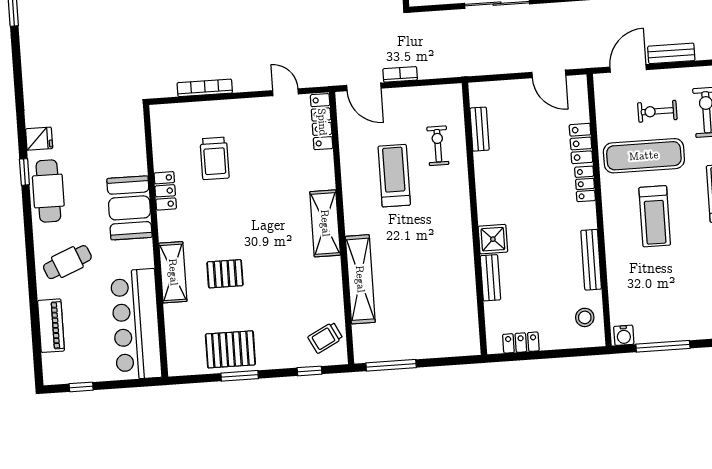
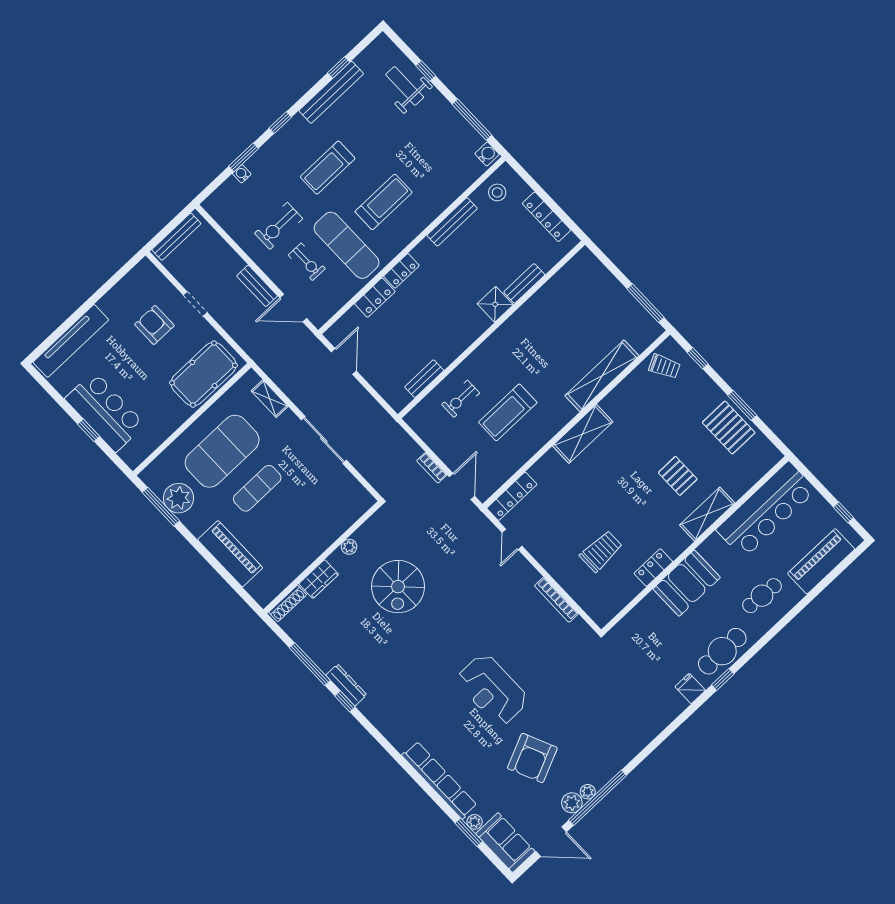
cafe table: (67, 262) -> (762, 596), turned -64
piano: (51, 326) -> (821, 561), width x1.37, depth x1.33
locker: (521, 343) -> (547, 217), width x1.53

